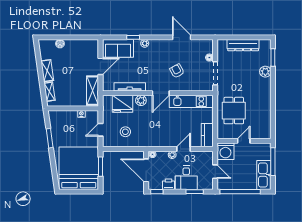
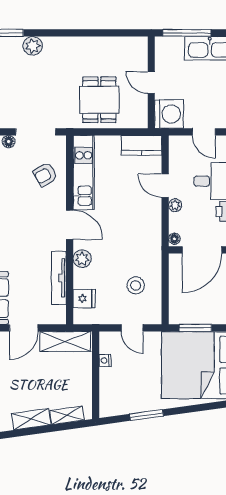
door: (100, 66) -> (24, 328), swing flipped
armchair: (177, 71) -> (45, 175), moved
fridge: (122, 104) -> (84, 298), width x0.53, depth x0.75
dining table: (234, 111) -> (99, 100), turned 90
door: (215, 172) -> (204, 132), swing flipped

